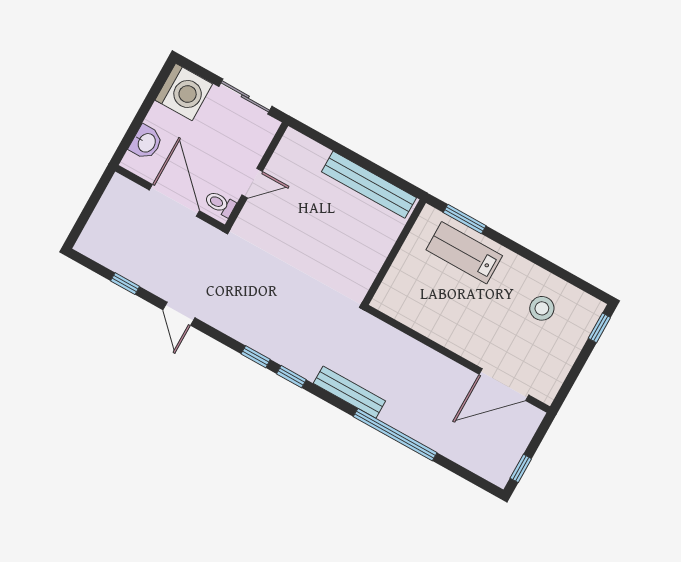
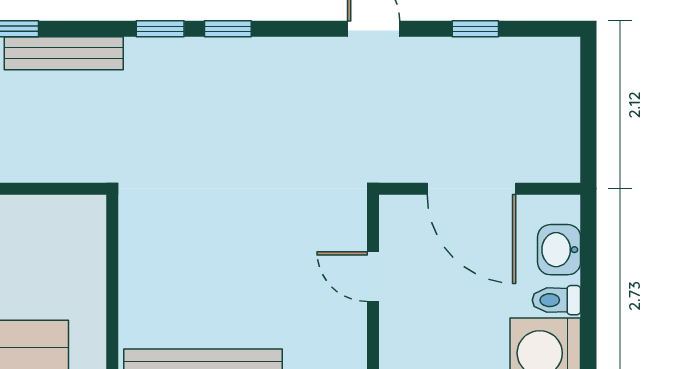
door: (252, 183) -> (373, 277), hinge flipped
toilet: (220, 204) -> (556, 300), moved, turned 180

